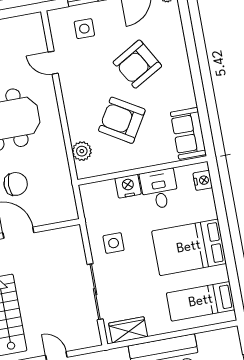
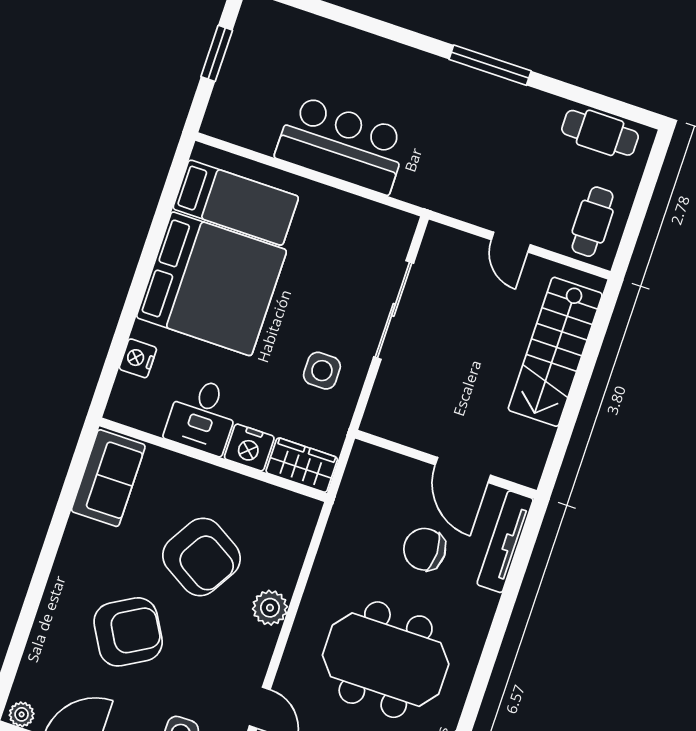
plant: (82, 151) -> (270, 608), moved
nightstand: (203, 180) -> (138, 358), moved
bed: (189, 247) -> (211, 284), width x1.36
wardrobe: (128, 330) -> (302, 465), moved, turned 180

